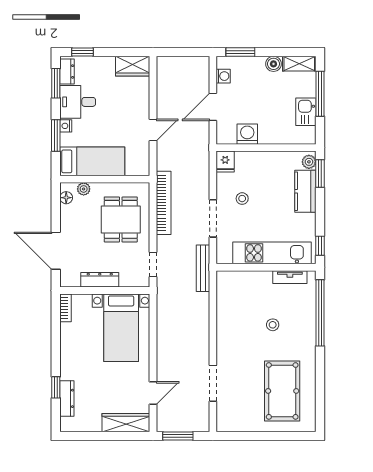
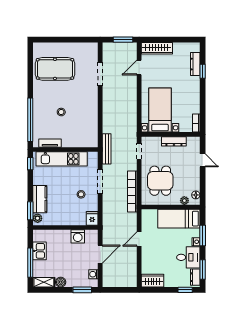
door: (56, 251) -> (203, 160), width x0.53
pool table: (282, 391) -> (55, 69), turned 90

